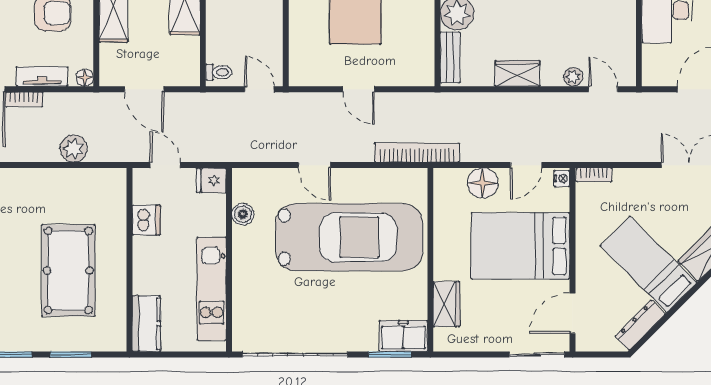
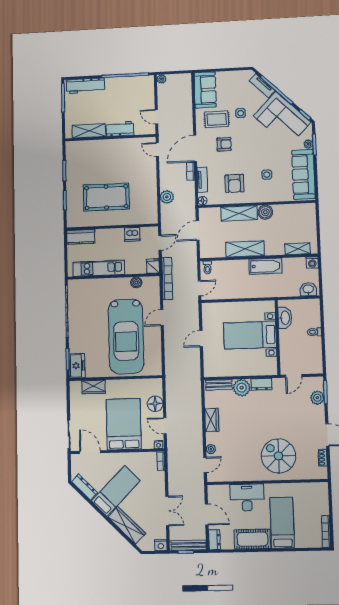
bookcase: (417, 153) -> (167, 279), moved

